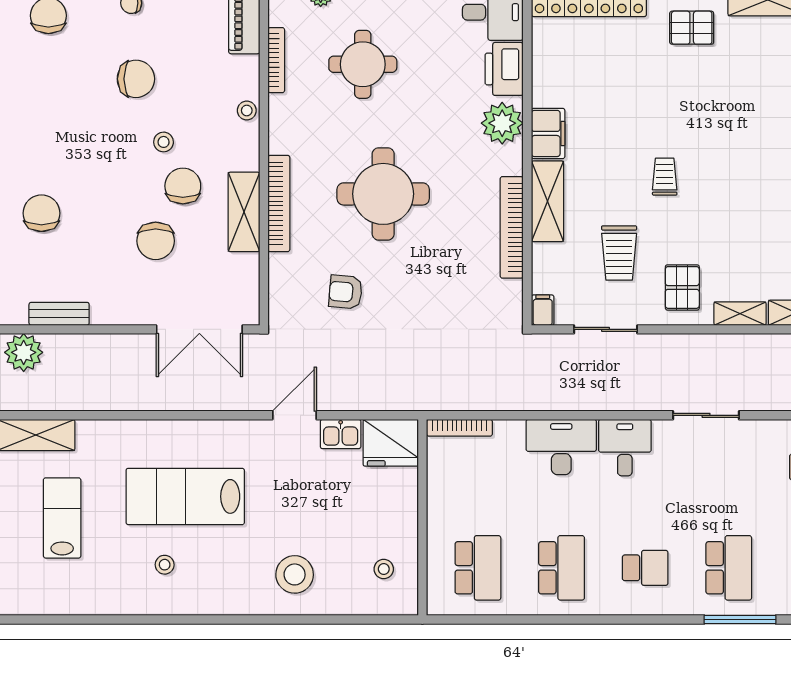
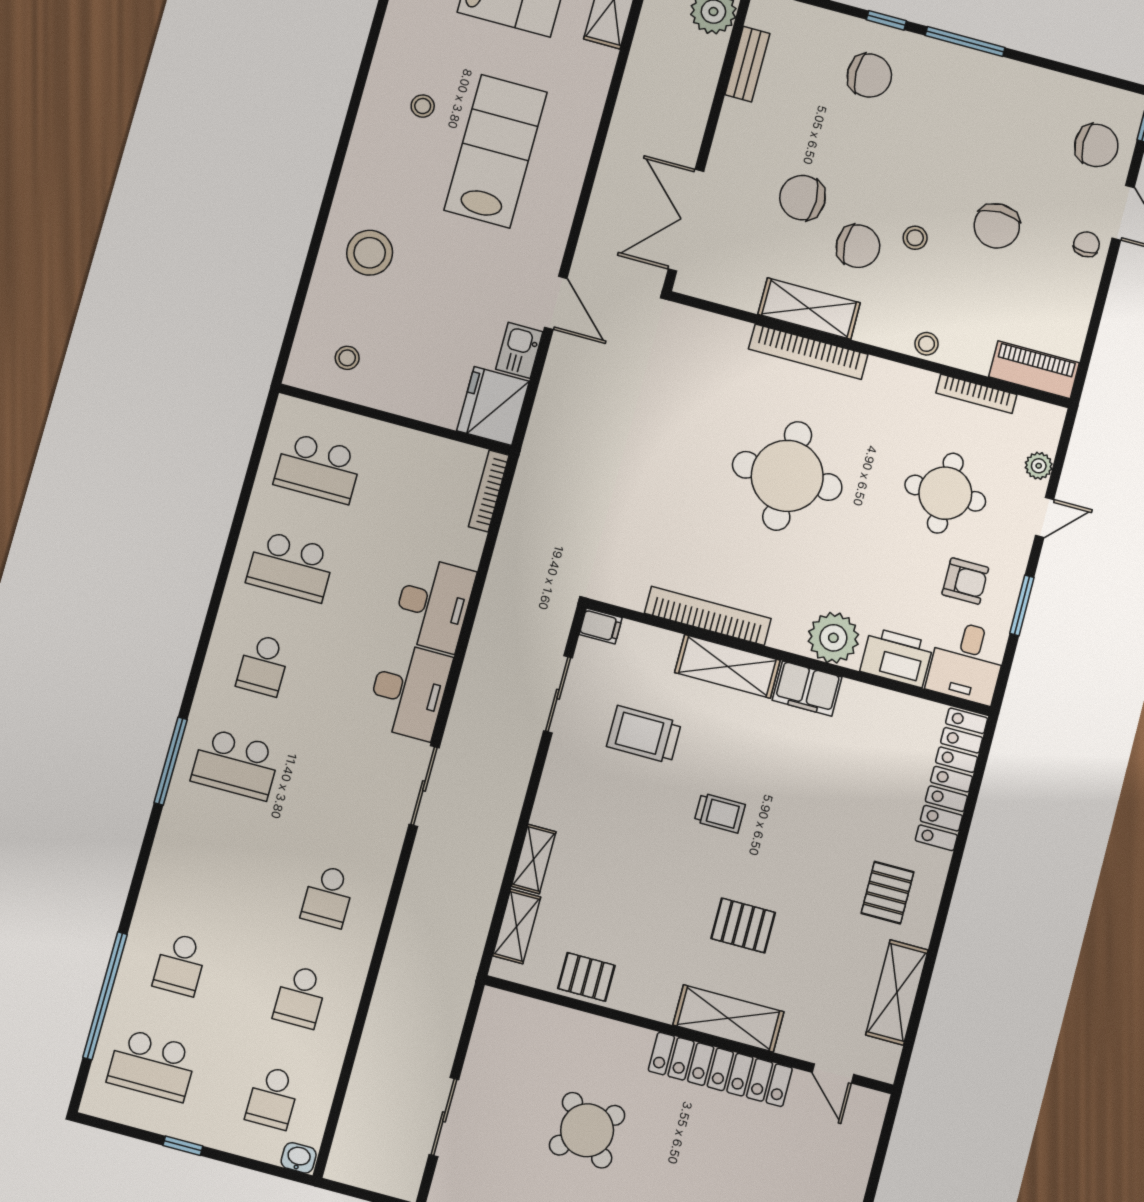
pallet: (682, 287) -> (743, 925), moved
armchair: (346, 292) -> (965, 581), moved, turned 85
desk: (625, 448) -> (409, 691), width x1.37

